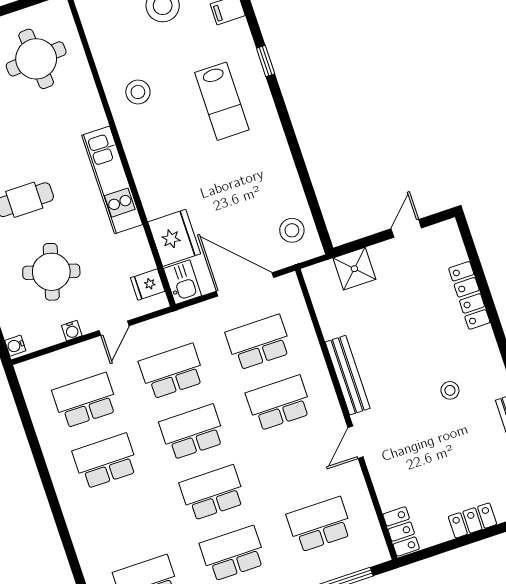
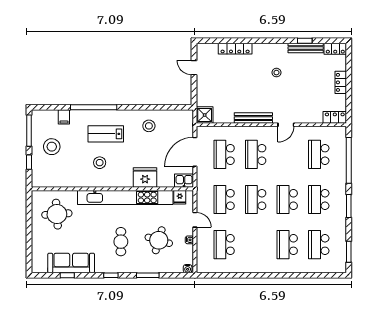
window: (266, 61) -> (94, 107), width x3.17
stool: (138, 92) -> (100, 163), moved
lab bench: (222, 101) -> (106, 134), turned 180
kitchen unit: (112, 180) -> (125, 197), width x1.86
stool: (292, 230) -> (149, 126), moved
fridge: (174, 238) -> (145, 178), moved
shower: (354, 269) -> (205, 115), moved
door: (356, 442) -> (286, 125), hinge flipped
school desk: (105, 461) -> (287, 245), moved

